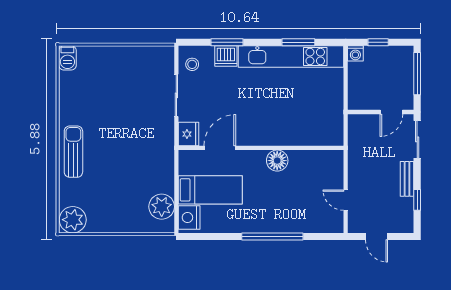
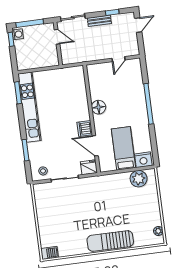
window: (298, 42) -> (18, 93), moved
window: (378, 42) -> (11, 39), moved
washing machine: (355, 53) -> (18, 34), moved
dishwasher: (226, 56) -> (85, 128), moved, turned 180
sun lounger: (73, 152) -> (110, 241), width x1.36, depth x1.34
plant: (73, 220) -> (158, 231), width x0.53, depth x0.53
door: (376, 236) -> (138, 25), moved

